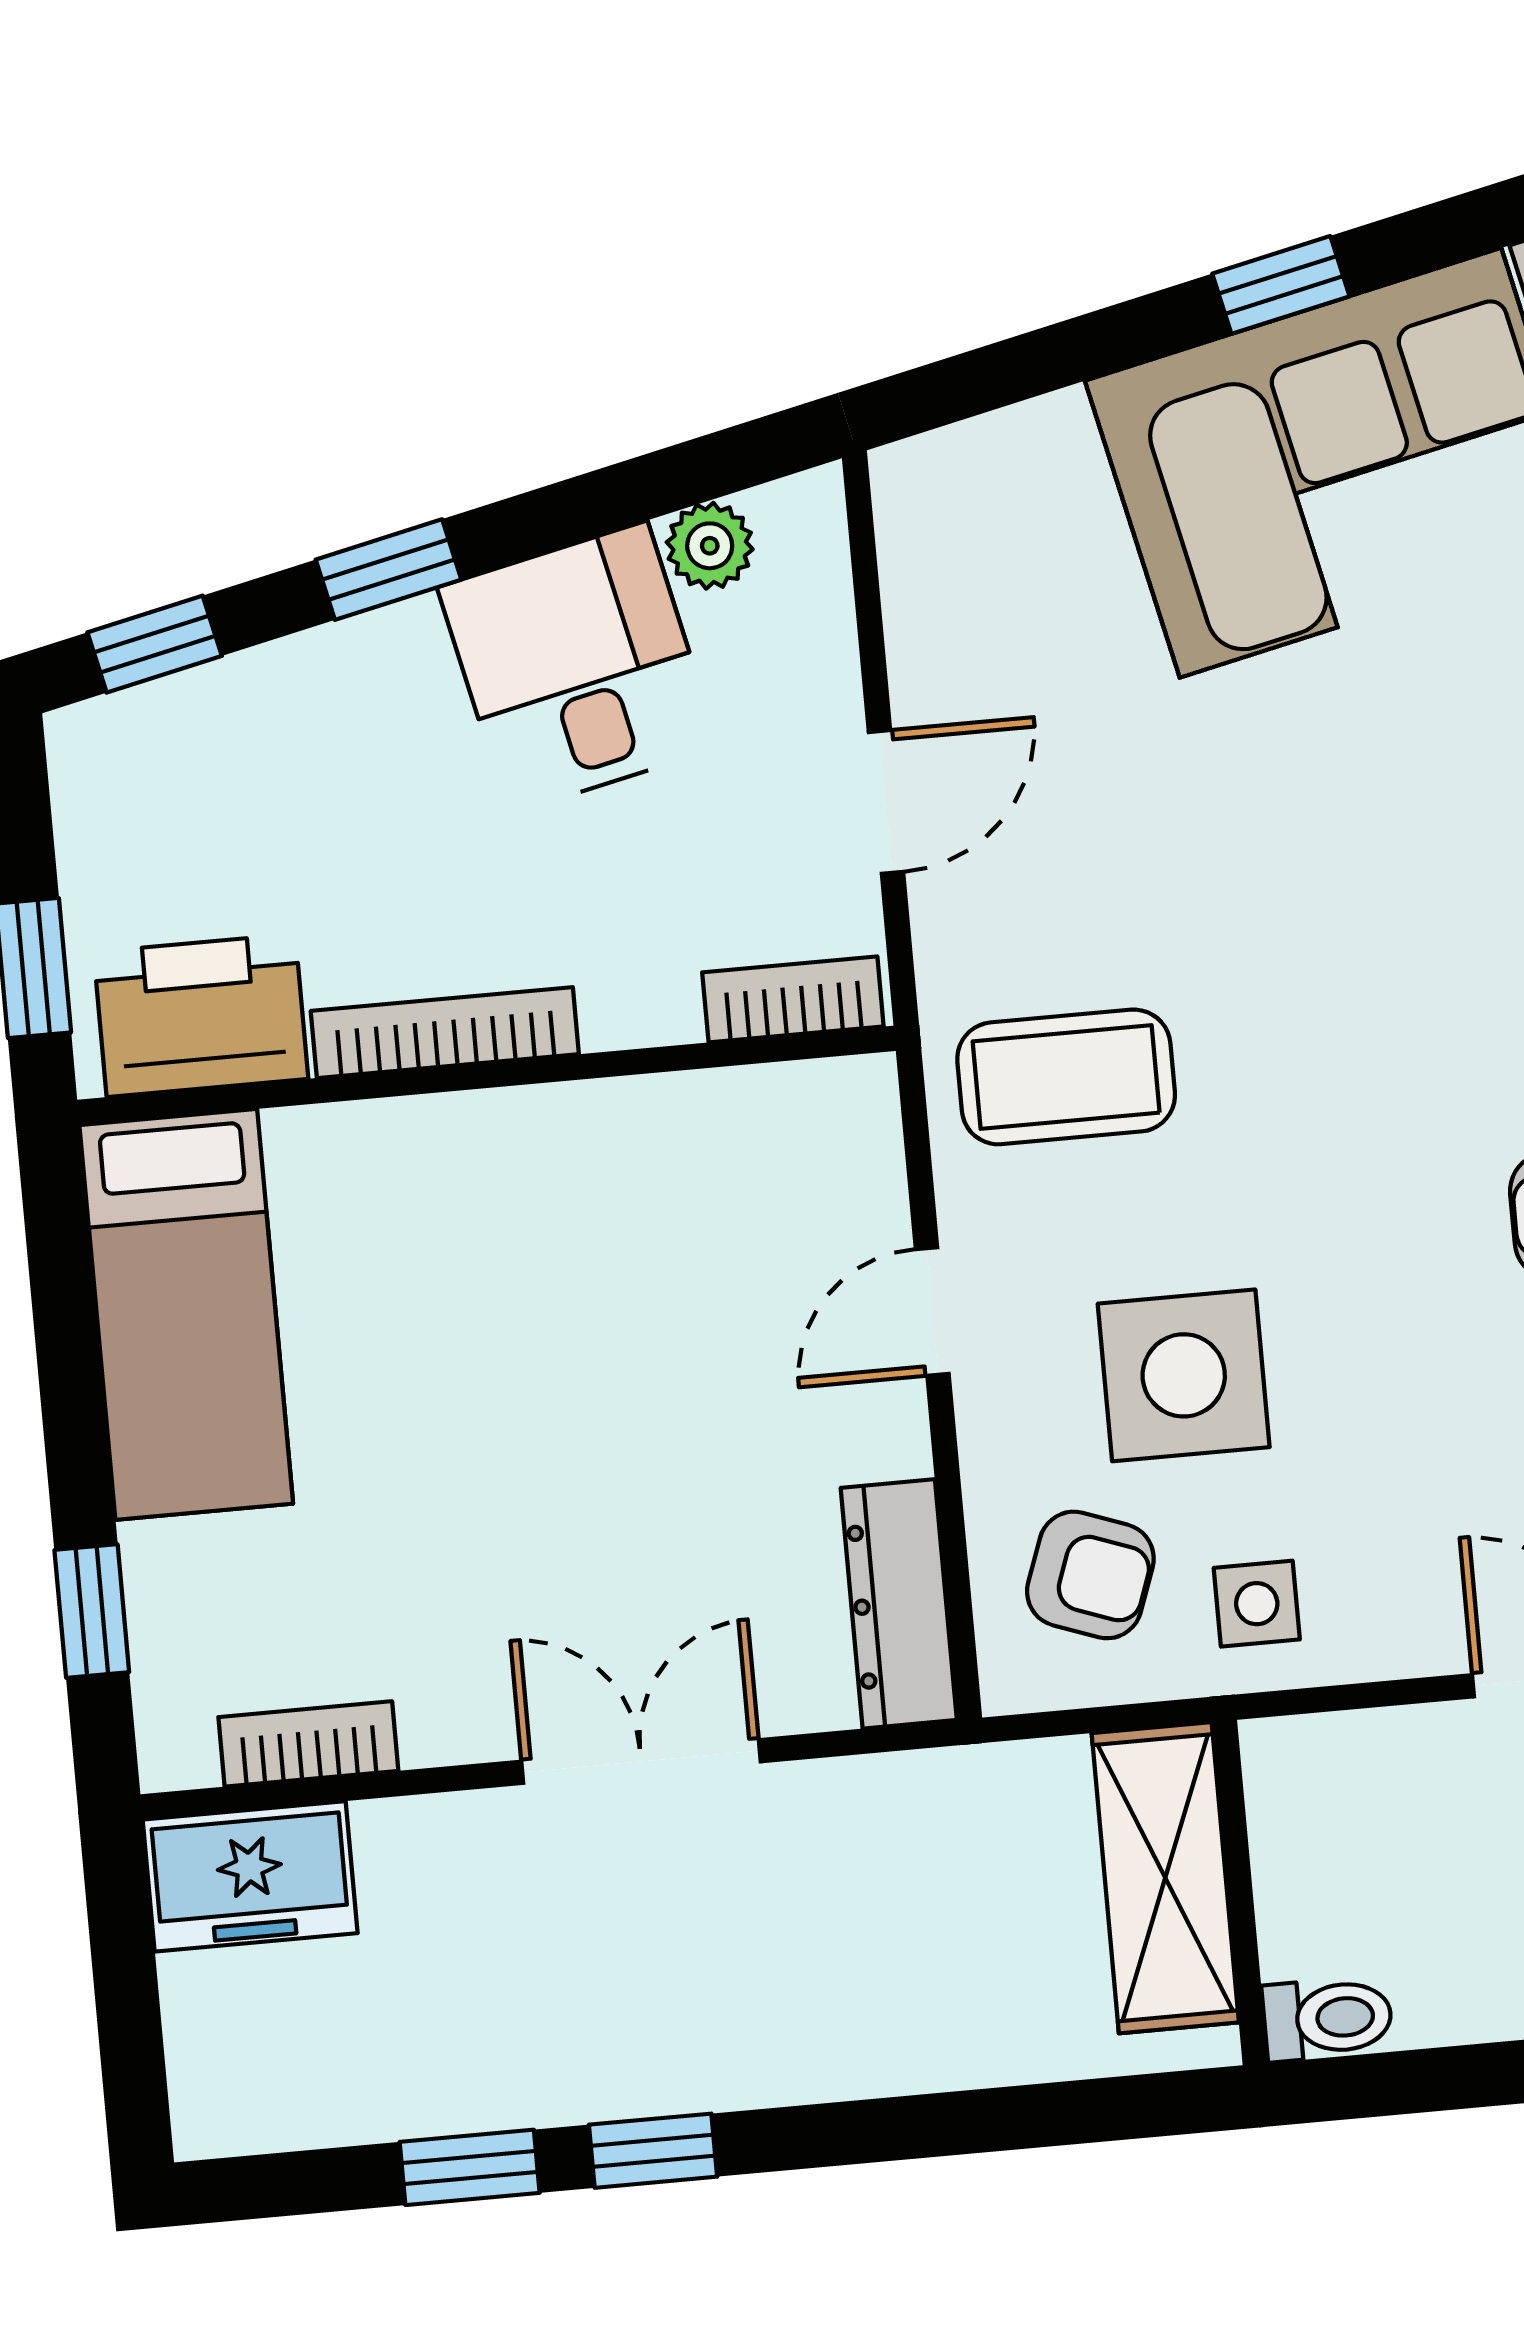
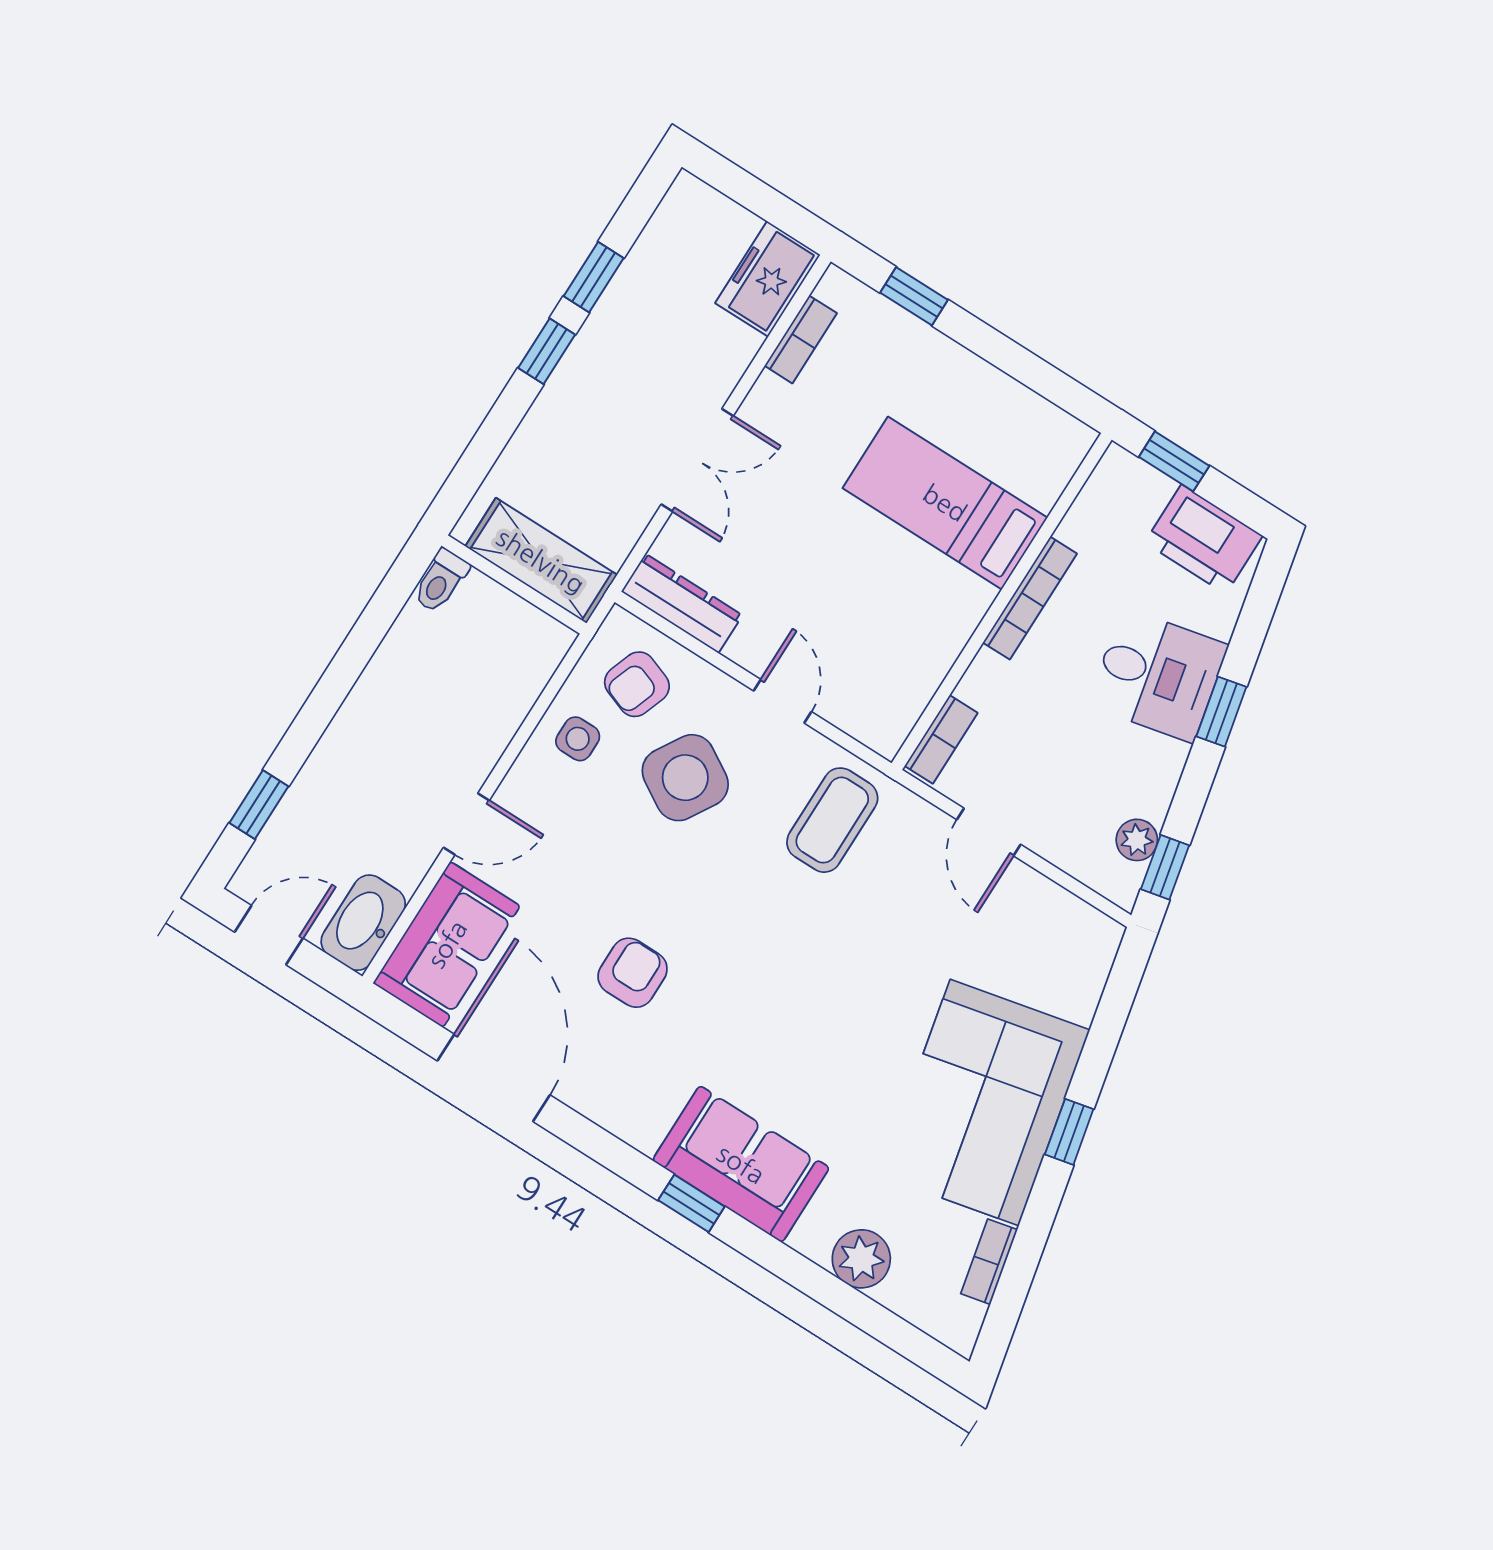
window: (155, 644) -> (1165, 867), moved
desk: (578, 668) -> (1158, 675), moved
printer: (201, 1015) -> (1204, 539), moved, turned 90
bed: (186, 1314) -> (945, 503), moved
side table: (1184, 1375) -> (685, 778), turned 31
shelving: (1165, 1878) -> (541, 561), moved
wall: (1240, 1893) -> (514, 584), moved
toilet: (1328, 2019) -> (441, 581), moved

